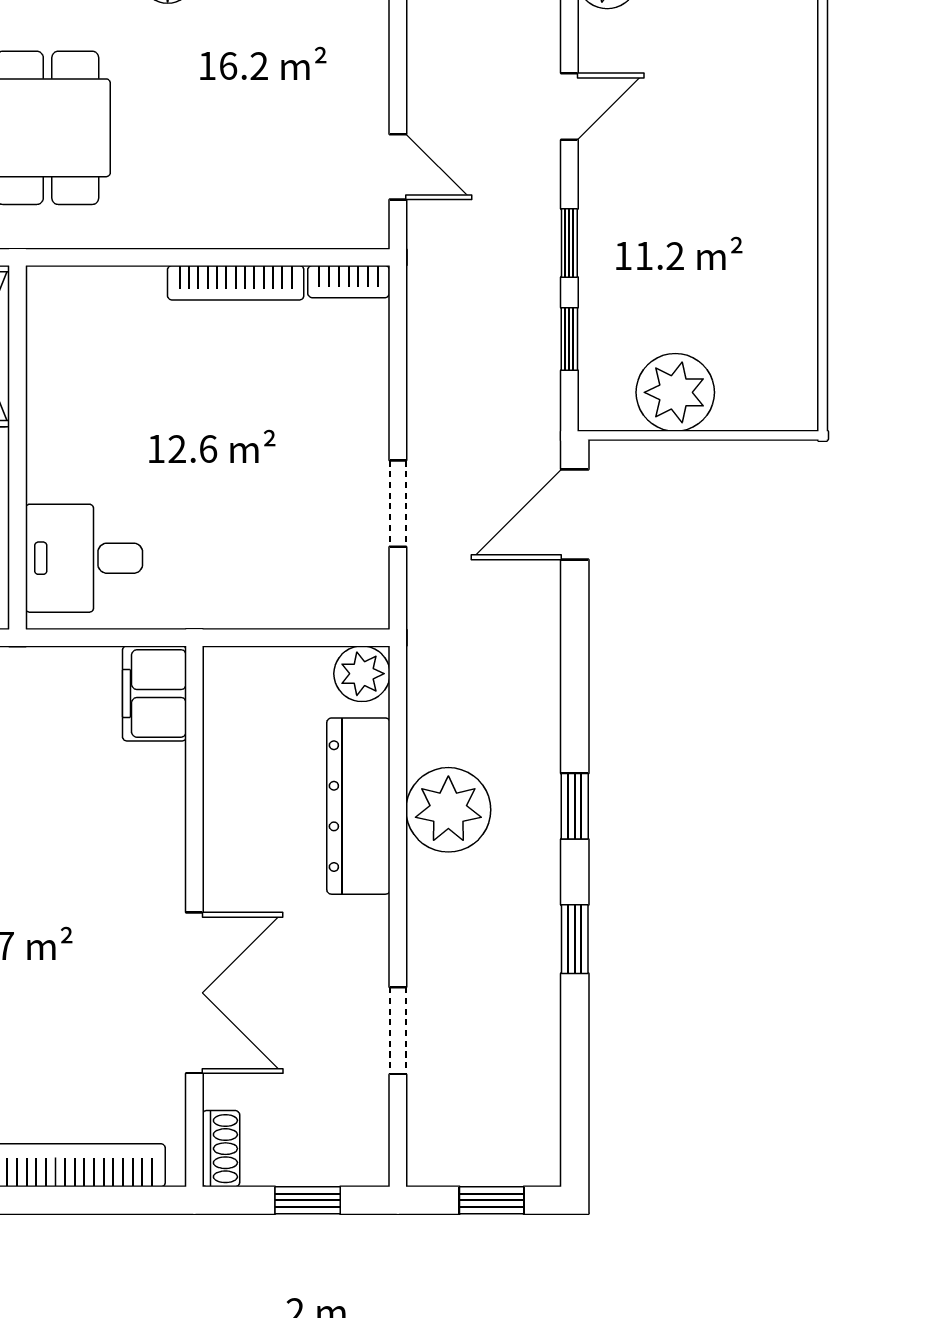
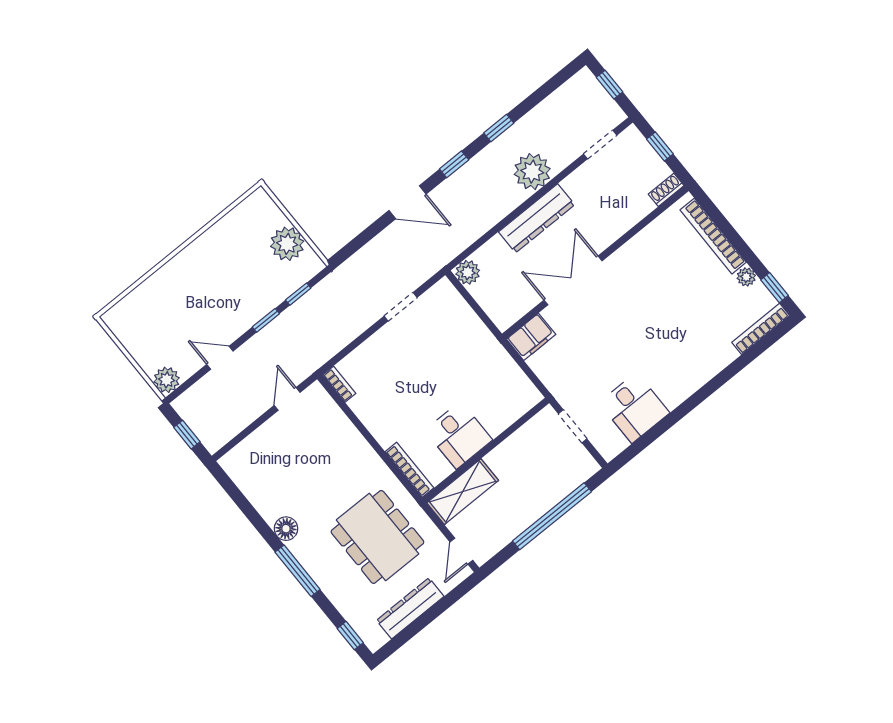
bookcase: (236, 283) -> (409, 470), moved
door: (575, 514) -> (407, 202), moved
desk: (84, 558) -> (459, 435), moved
dresser: (358, 806) -> (537, 218), moved
plant: (448, 810) -> (532, 172), moved
double door: (194, 993) -> (573, 280), moved
doorway: (398, 1031) -> (600, 145), moved

